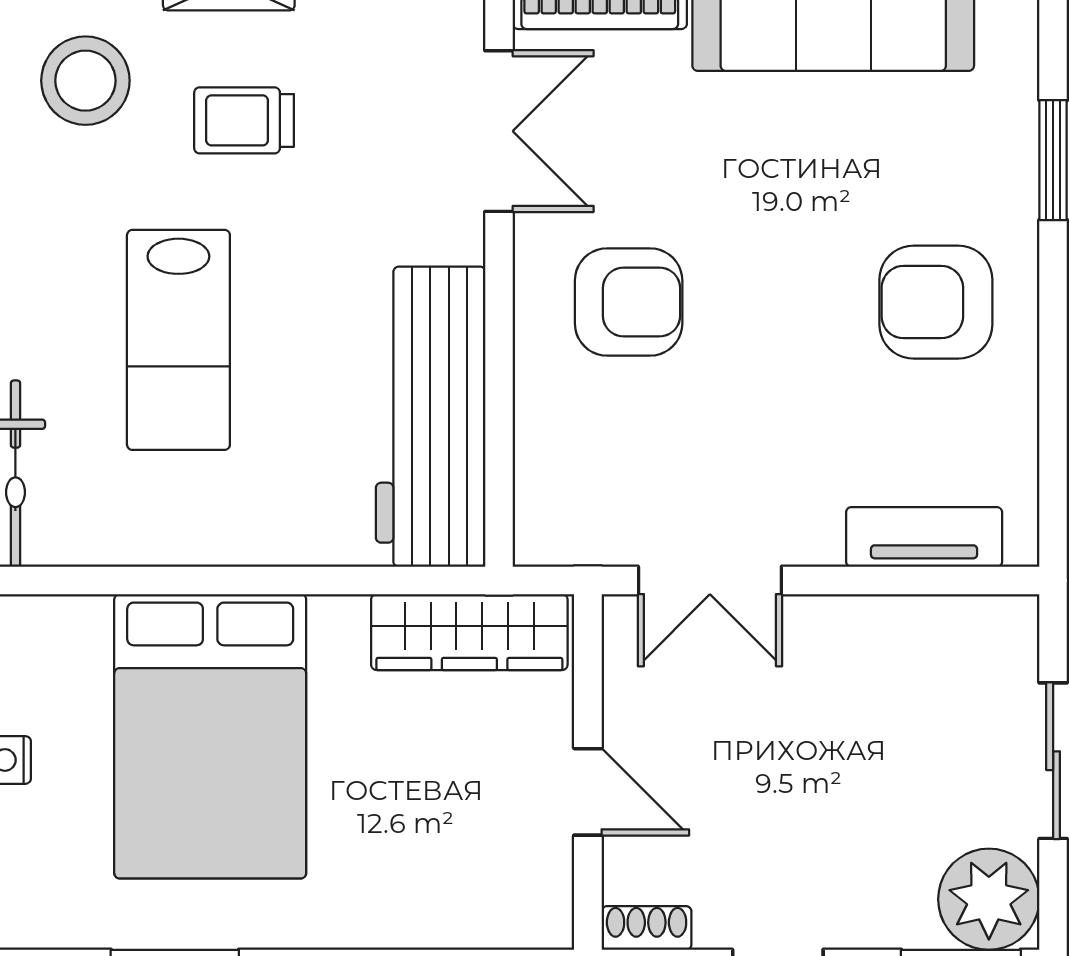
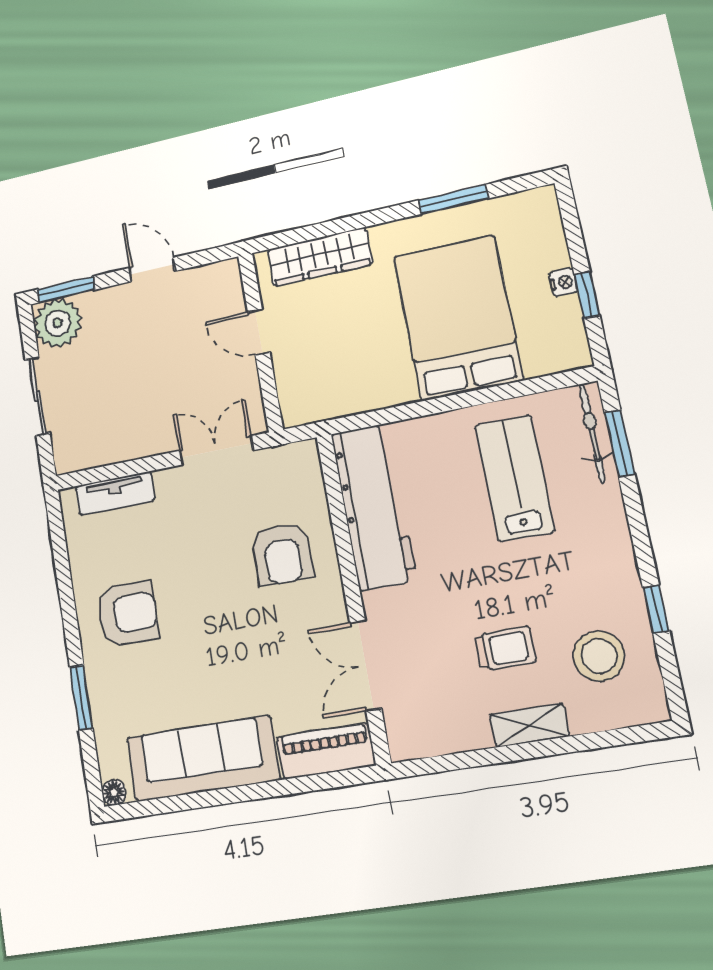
armchair: (629, 302) -> (282, 554), moved, turned -90
lab bench: (178, 340) -> (515, 478), moved
wardrobe: (469, 632) -> (320, 257), moved, turned 180
shoe rack: (647, 928) -> (218, 272), removed

